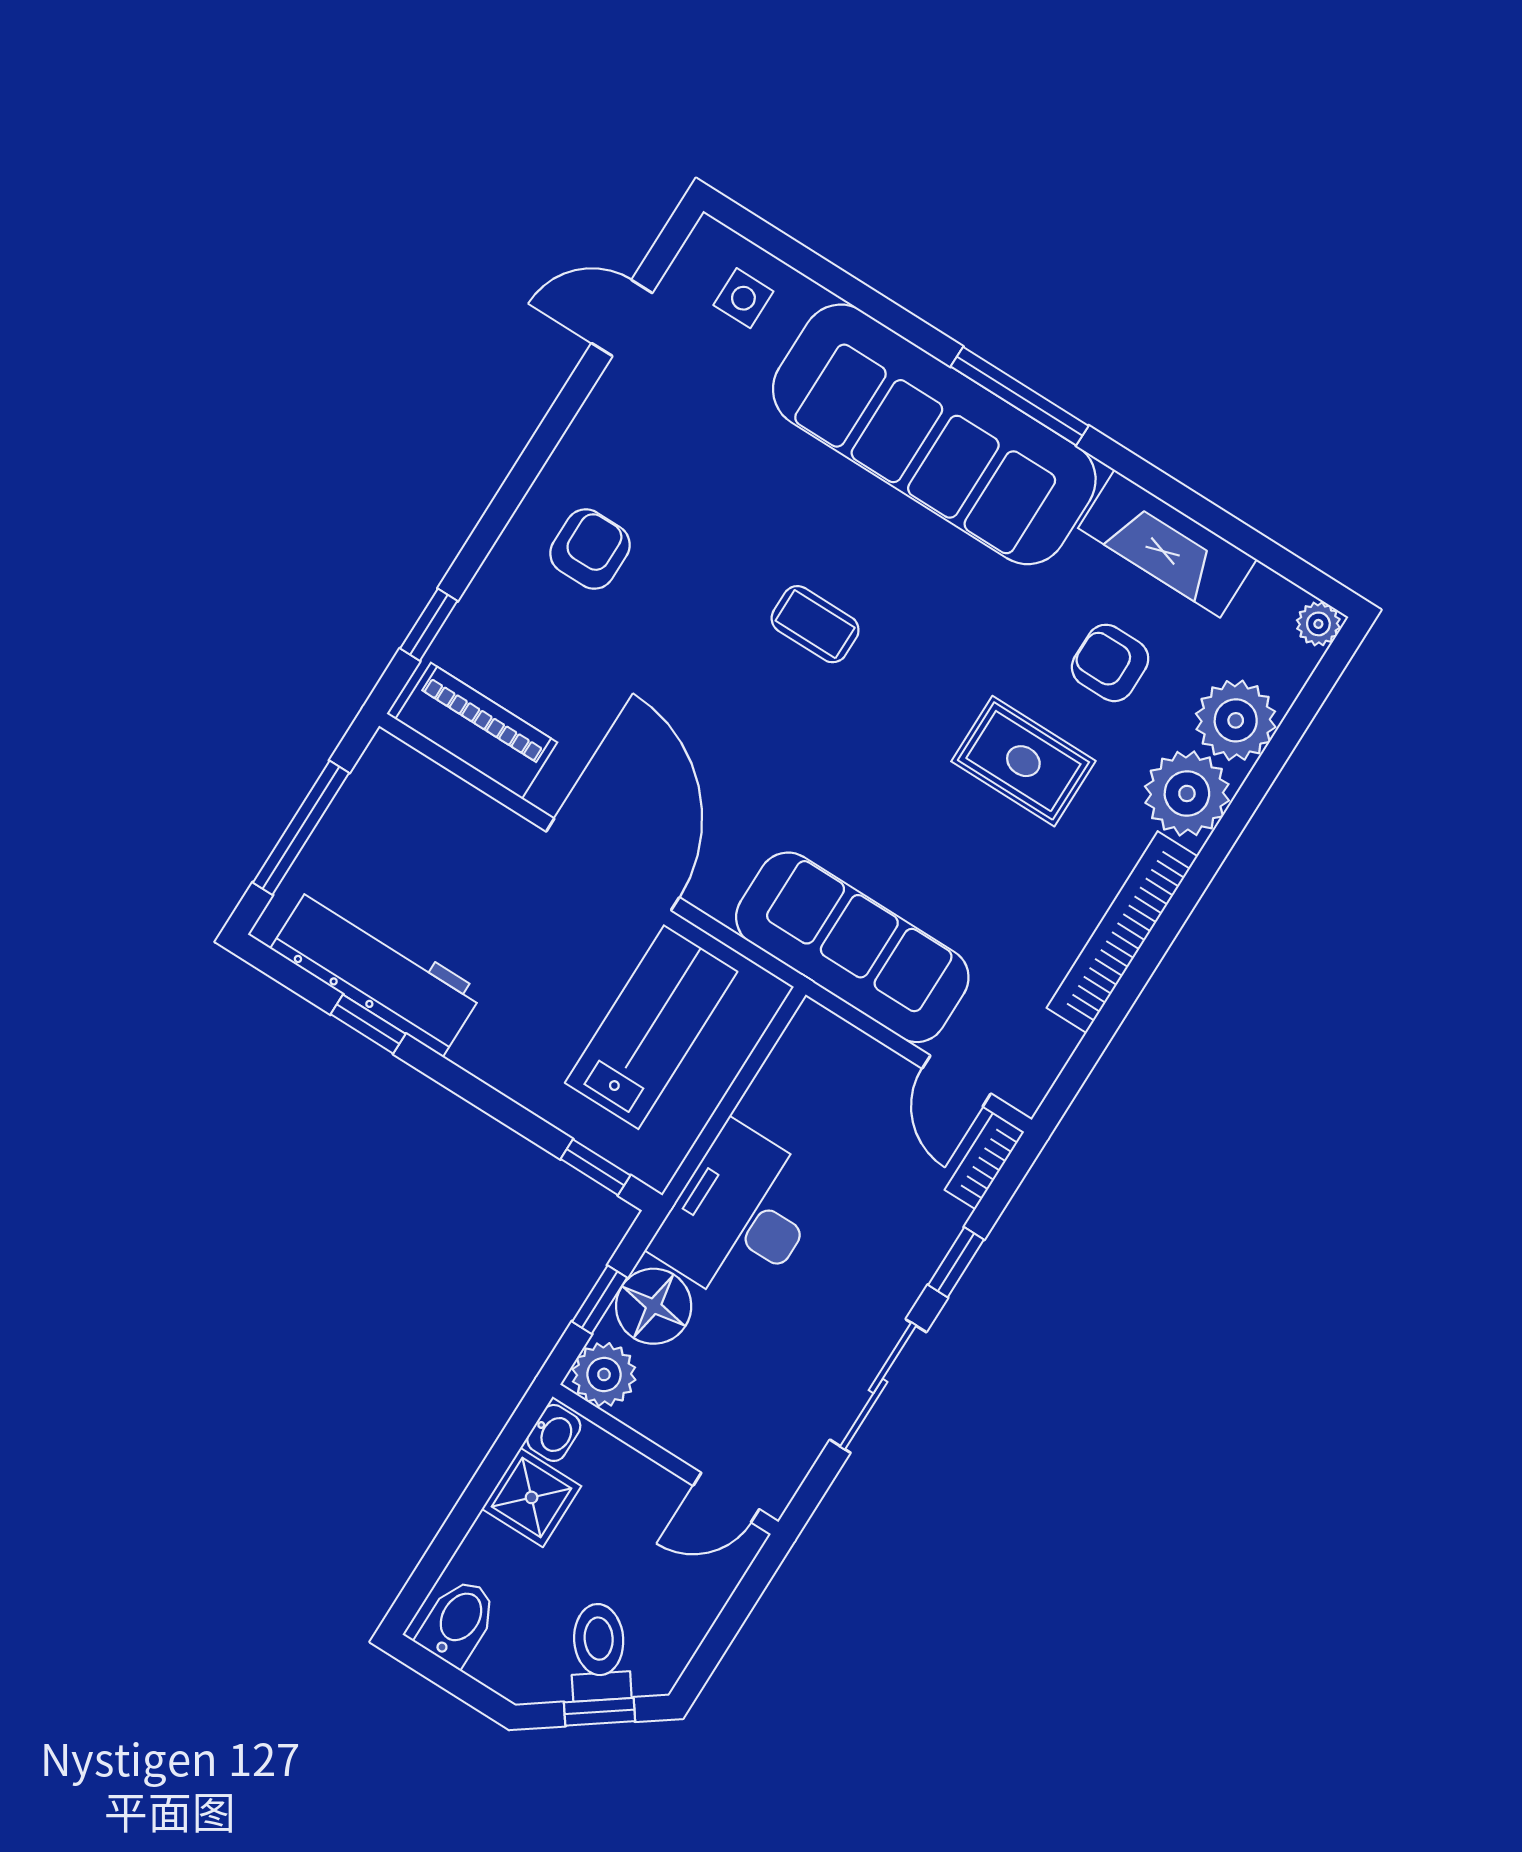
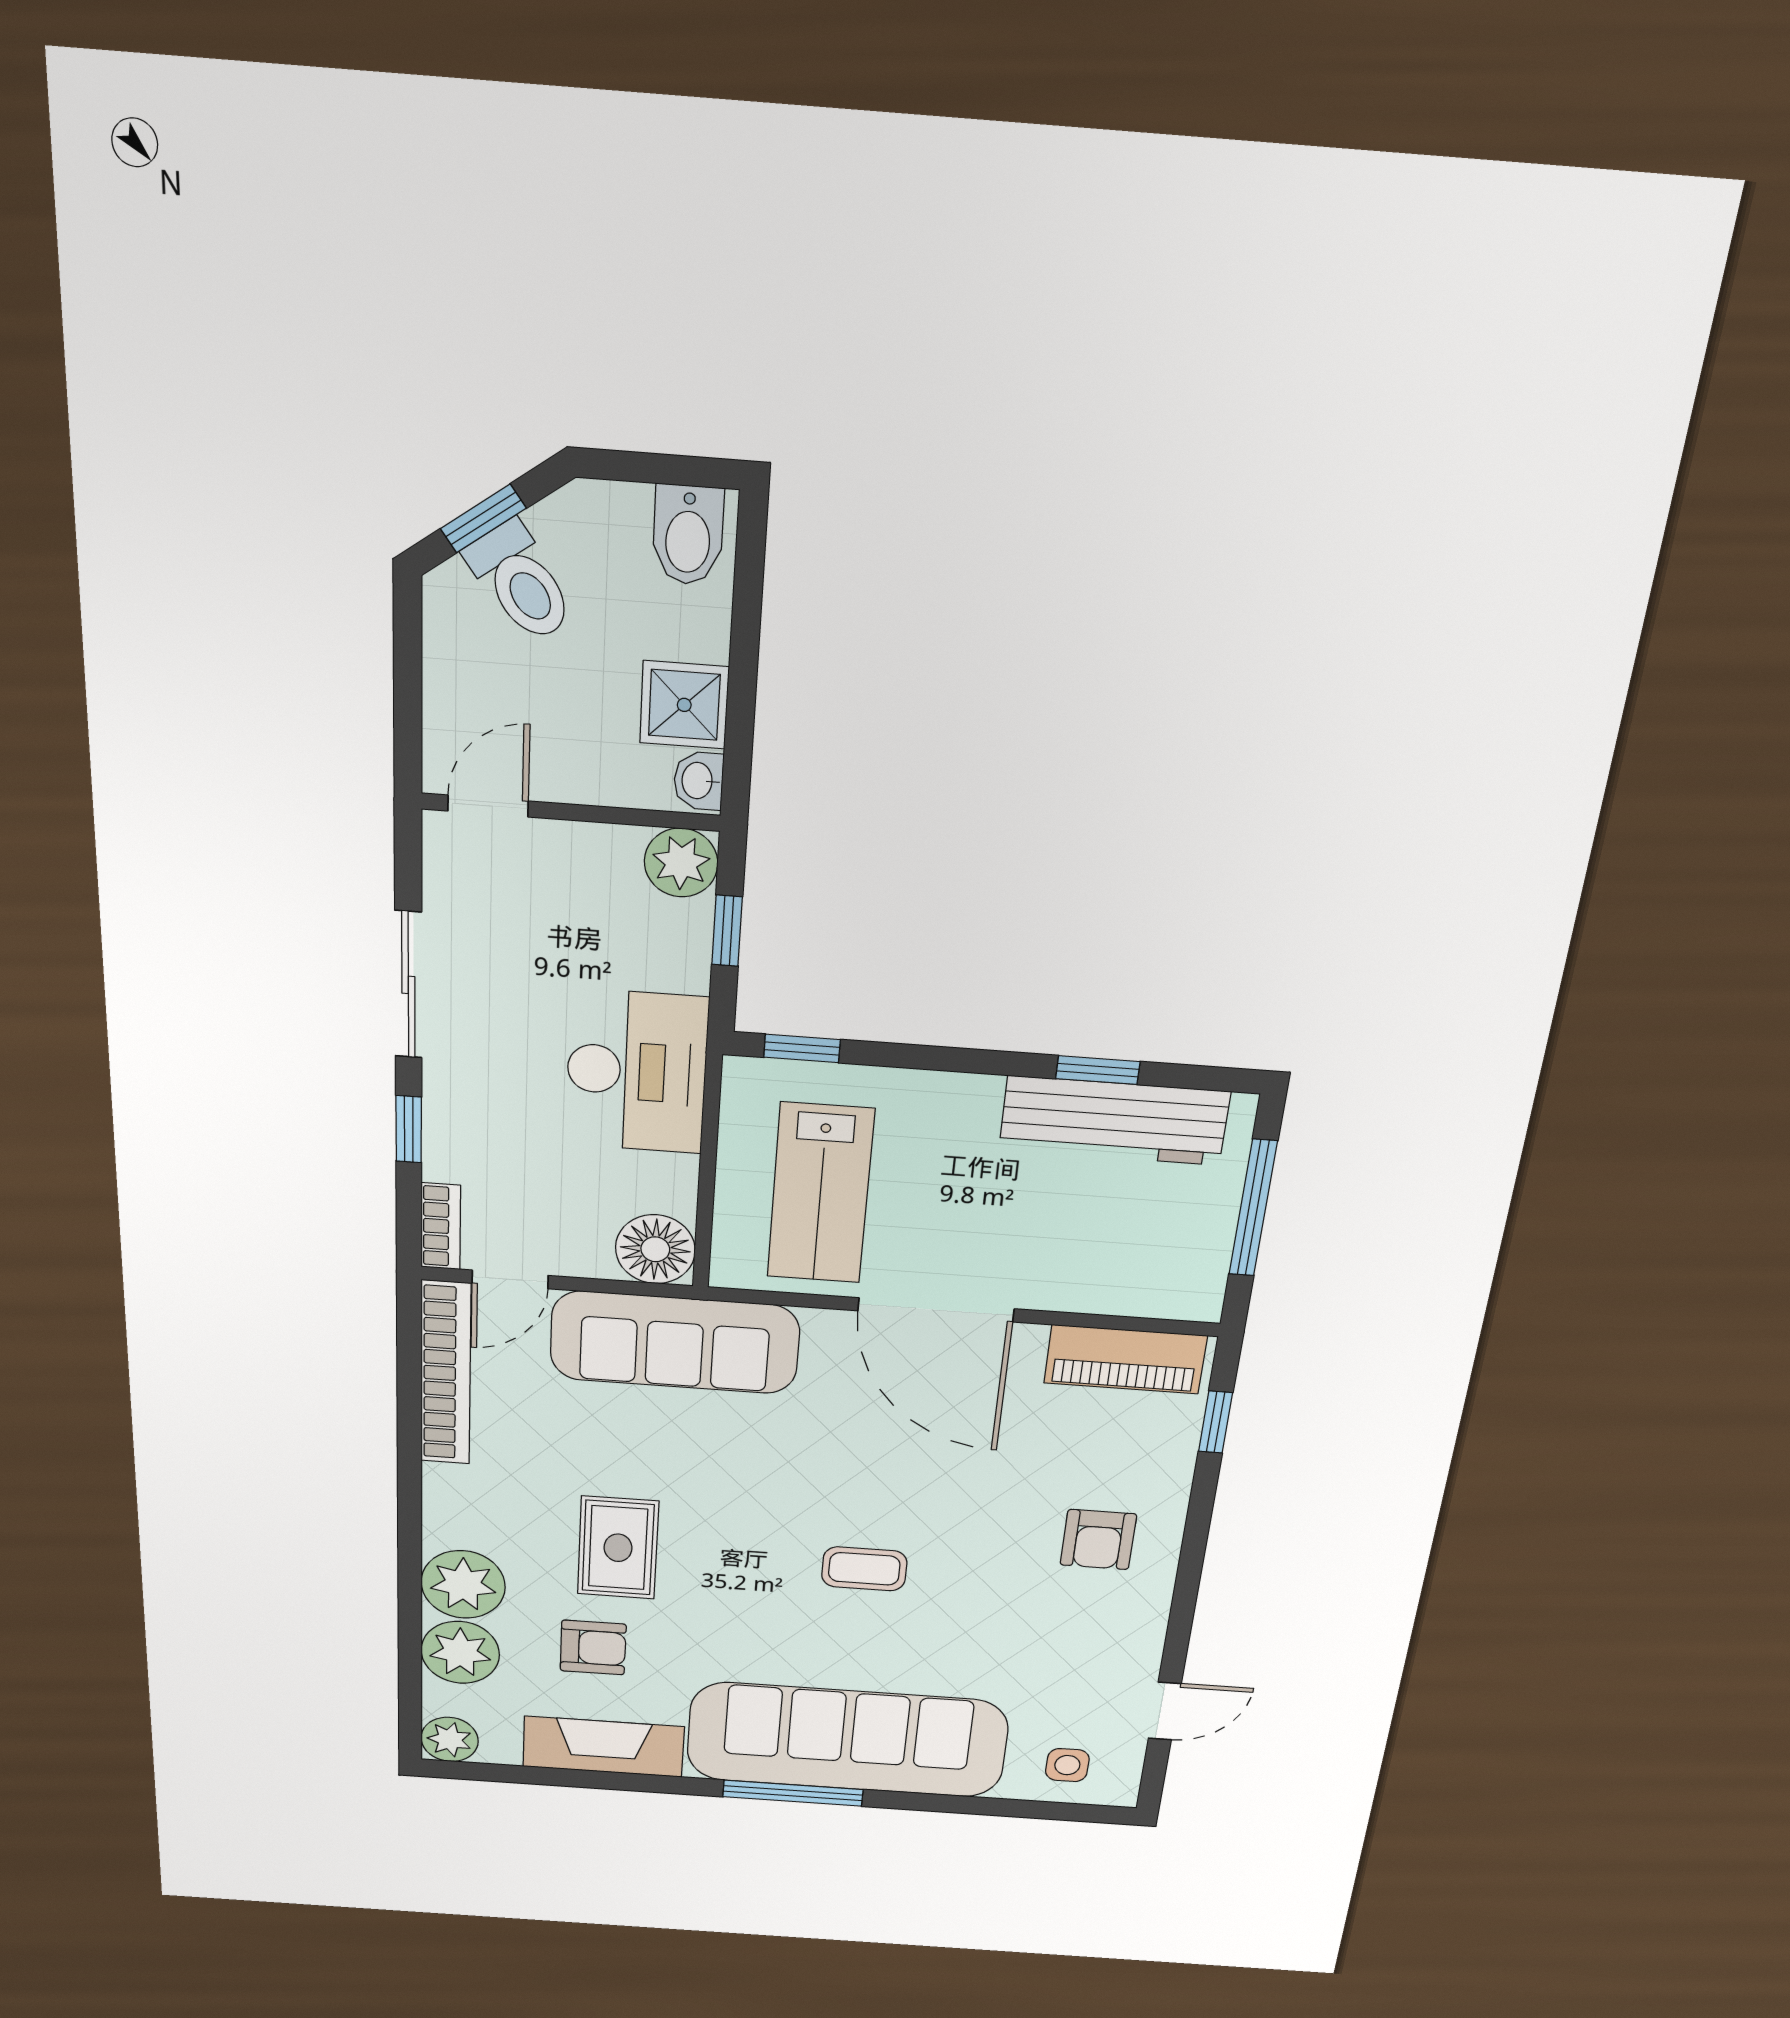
plant: (1318, 624) -> (450, 1739), width x1.38, depth x1.38
rug: (1023, 761) -> (618, 1548), turned 90
bookcase: (1122, 932) -> (446, 1373), moved
door: (957, 1081) -> (510, 1279), swing flipped
floor lamp: (654, 1306) -> (655, 1249), moved

